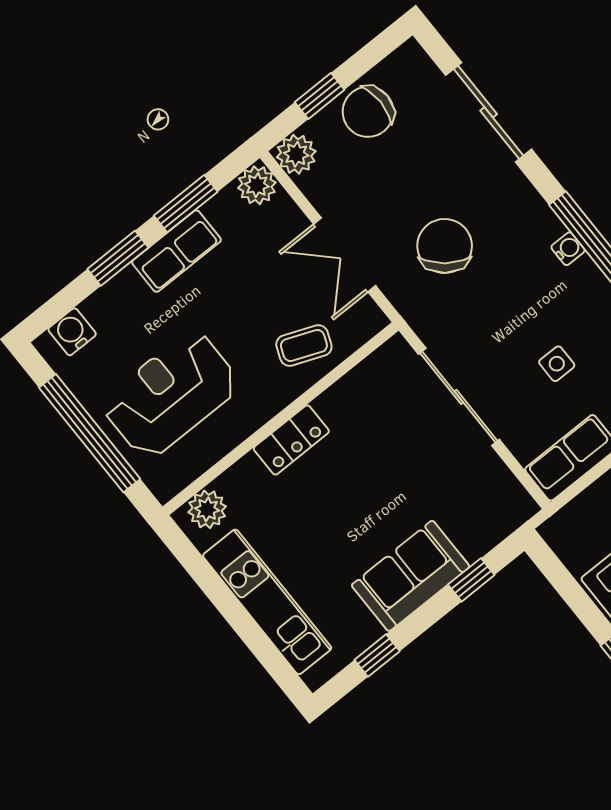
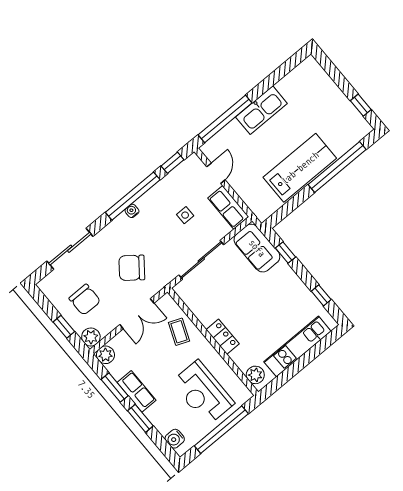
chair: (368, 112) -> (85, 300), moved
sofa: (411, 576) -> (257, 248), moved

